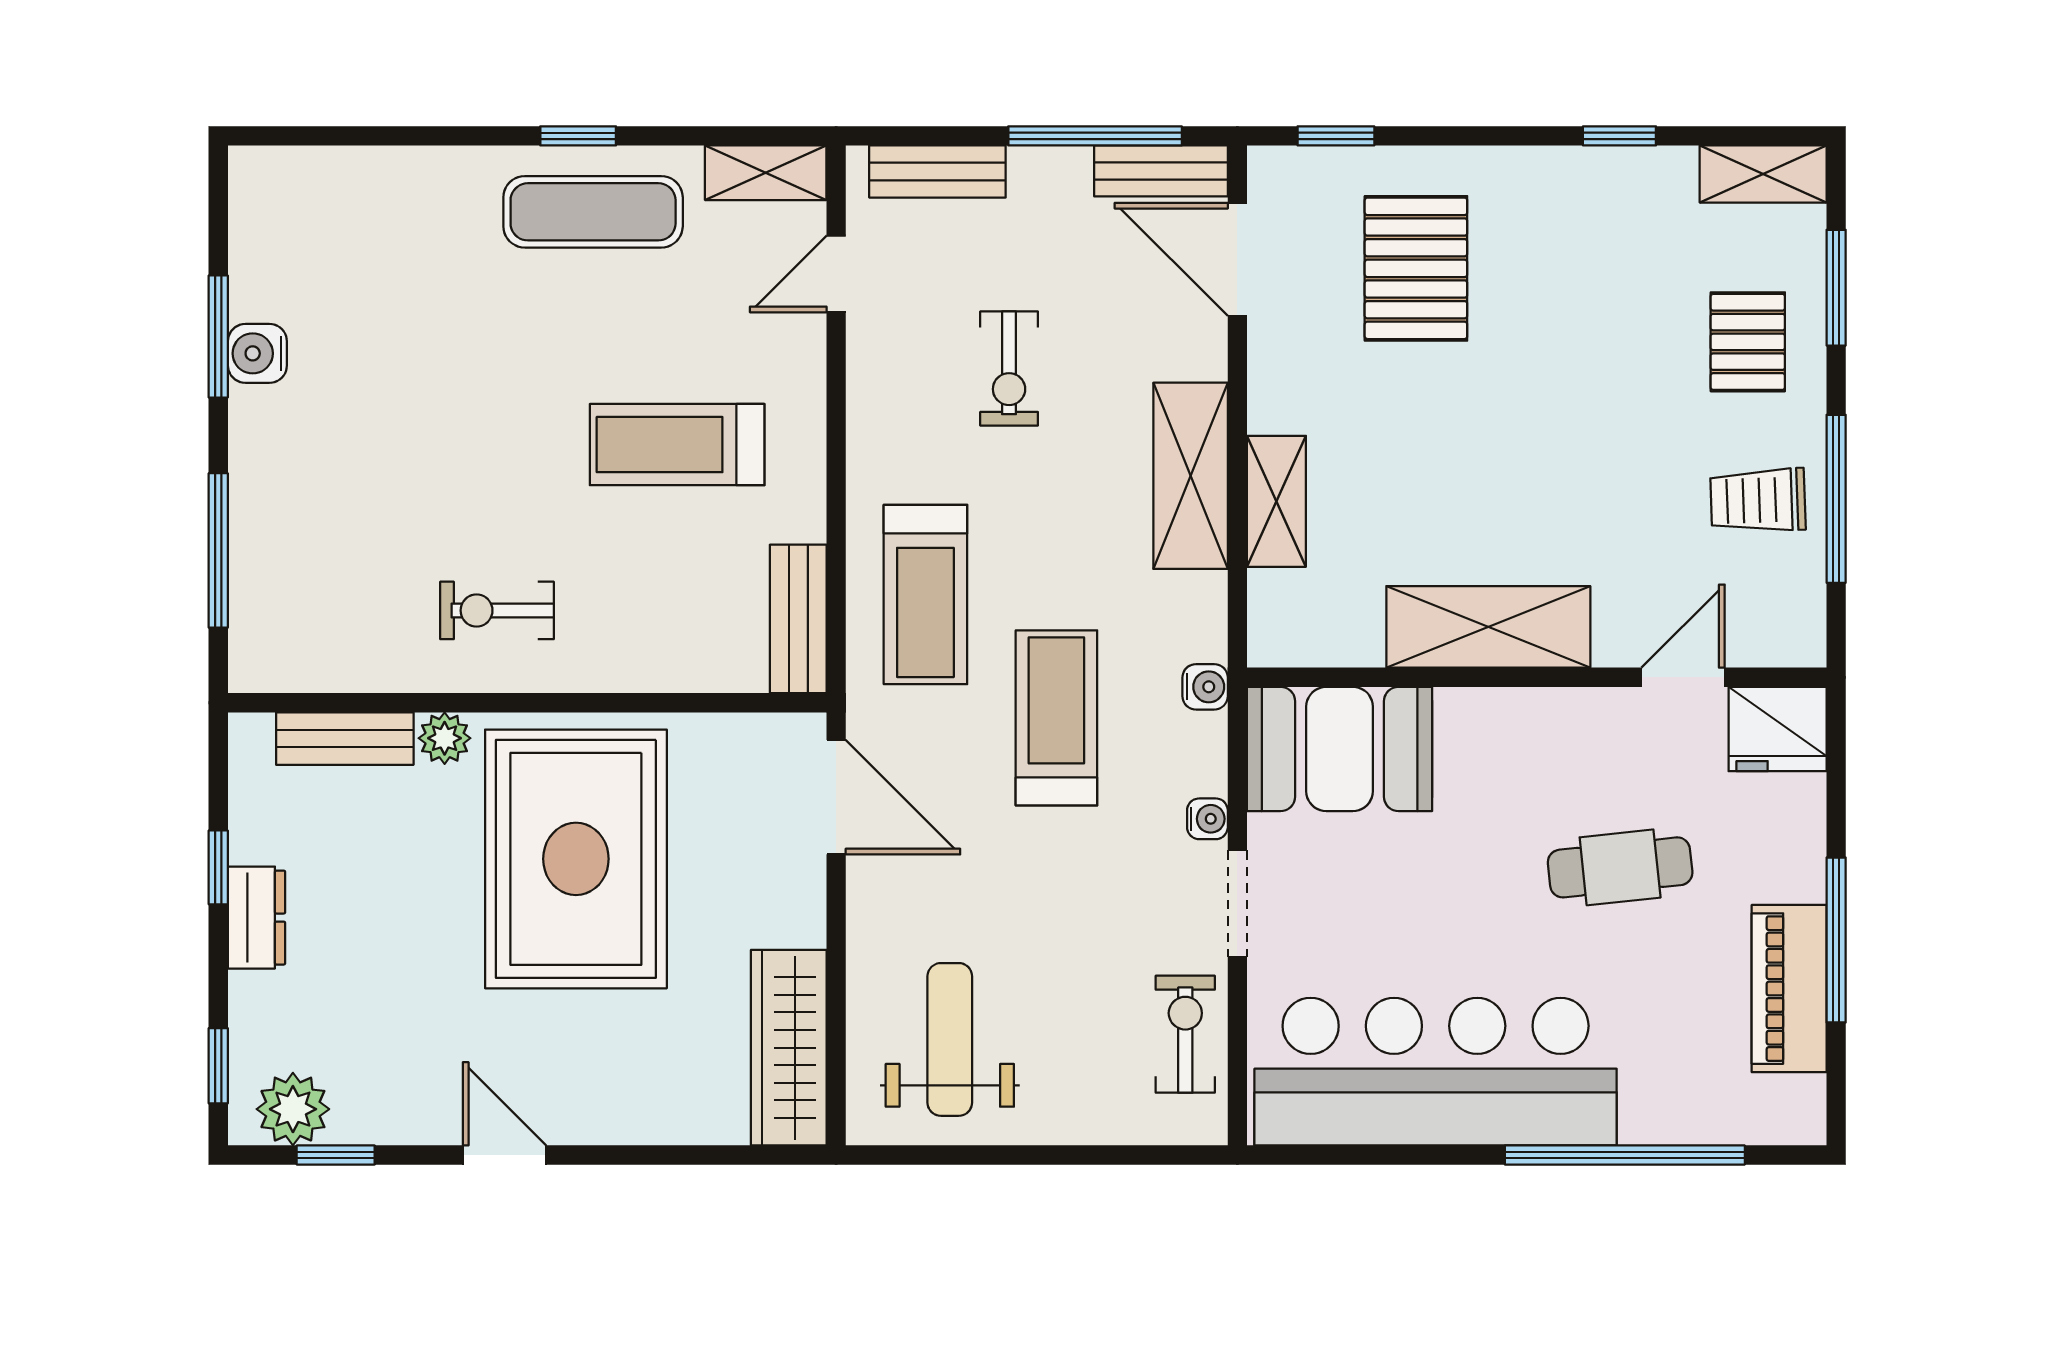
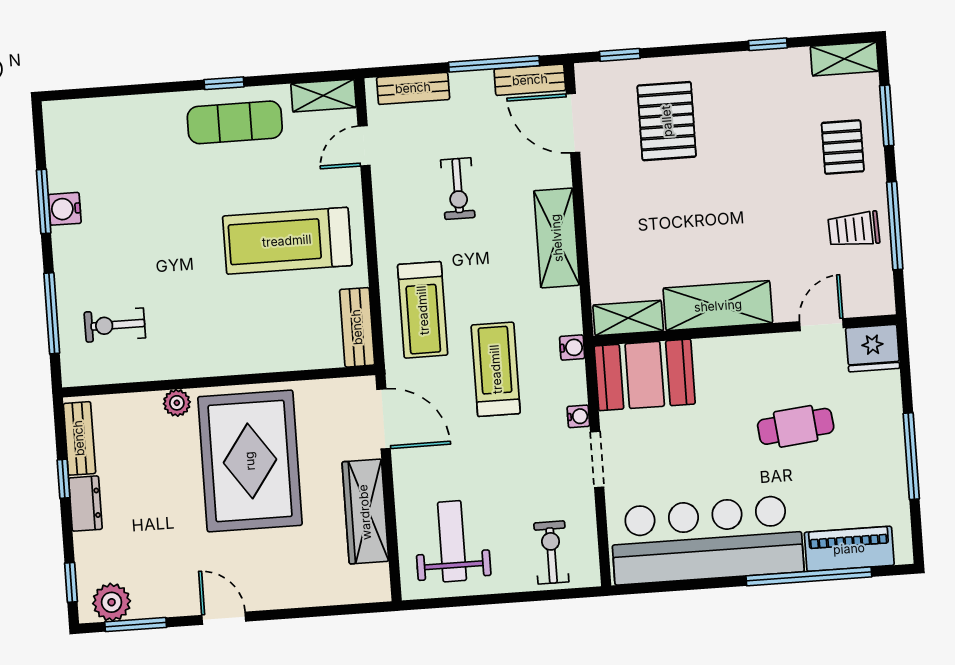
treadmill: (677, 445) -> (287, 241), width x1.37, depth x1.38
shelving: (1276, 501) -> (628, 318), moved, turned 90
exercise bike: (497, 610) -> (115, 325), moved
bench: (345, 739) -> (79, 438), moved, turned 90
piano: (1789, 989) -> (849, 549), moved, turned 90
exercise bike: (1185, 1034) -> (551, 552), moved
wardrobe: (789, 1048) -> (365, 512), moved
window: (336, 1155) -> (136, 625), width x1.50

